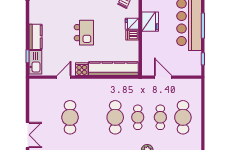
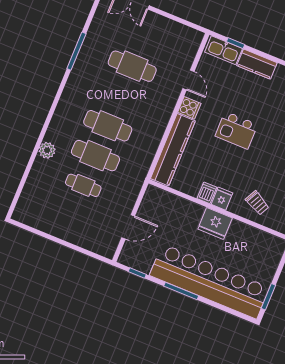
door: (163, 77) -> (128, 227), moved
cafe table: (138, 117) -> (96, 156), width x1.37, depth x1.35
cafe table: (183, 117) -> (71, 215), removed

